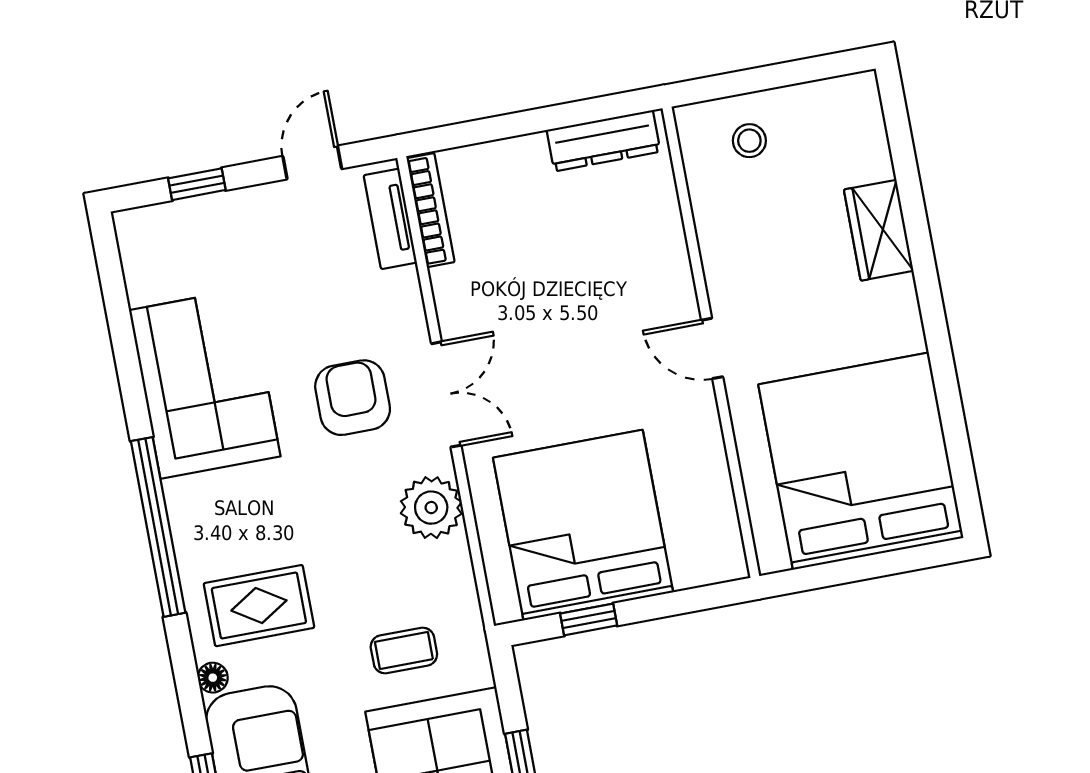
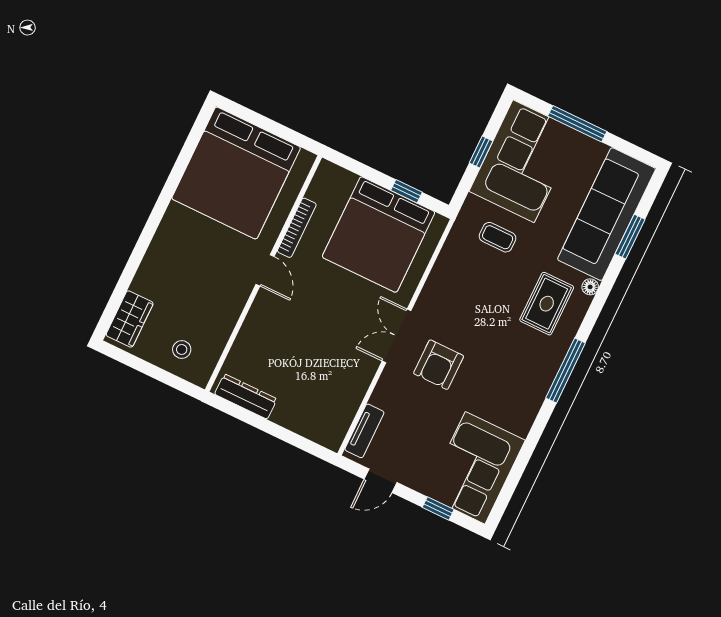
bookcase: (431, 210) -> (297, 228), moved, turned 180
wardrobe: (879, 230) -> (130, 319), moved
corner sofa: (205, 383) -> (475, 468), moved
plant: (431, 508) -> (439, 291), removed
window: (158, 527) -> (566, 371), width x0.68
rug: (259, 606) -> (547, 304), turned 90

